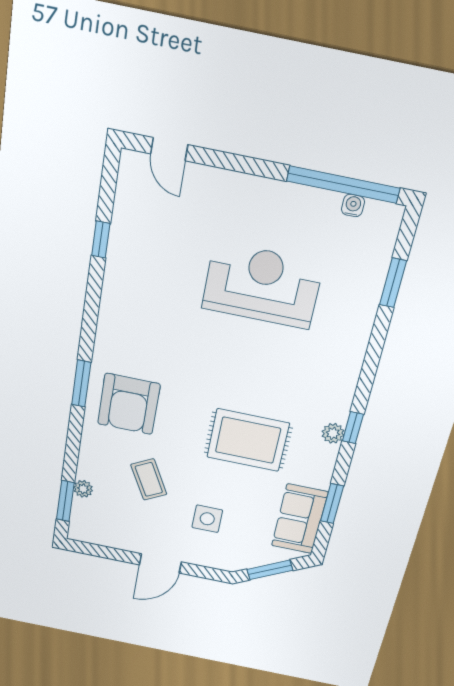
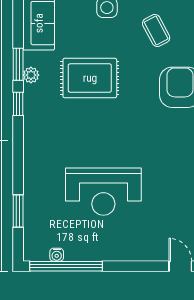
plant: (333, 433) -> (31, 75), moved
window: (332, 504) -> (18, 64), moved

